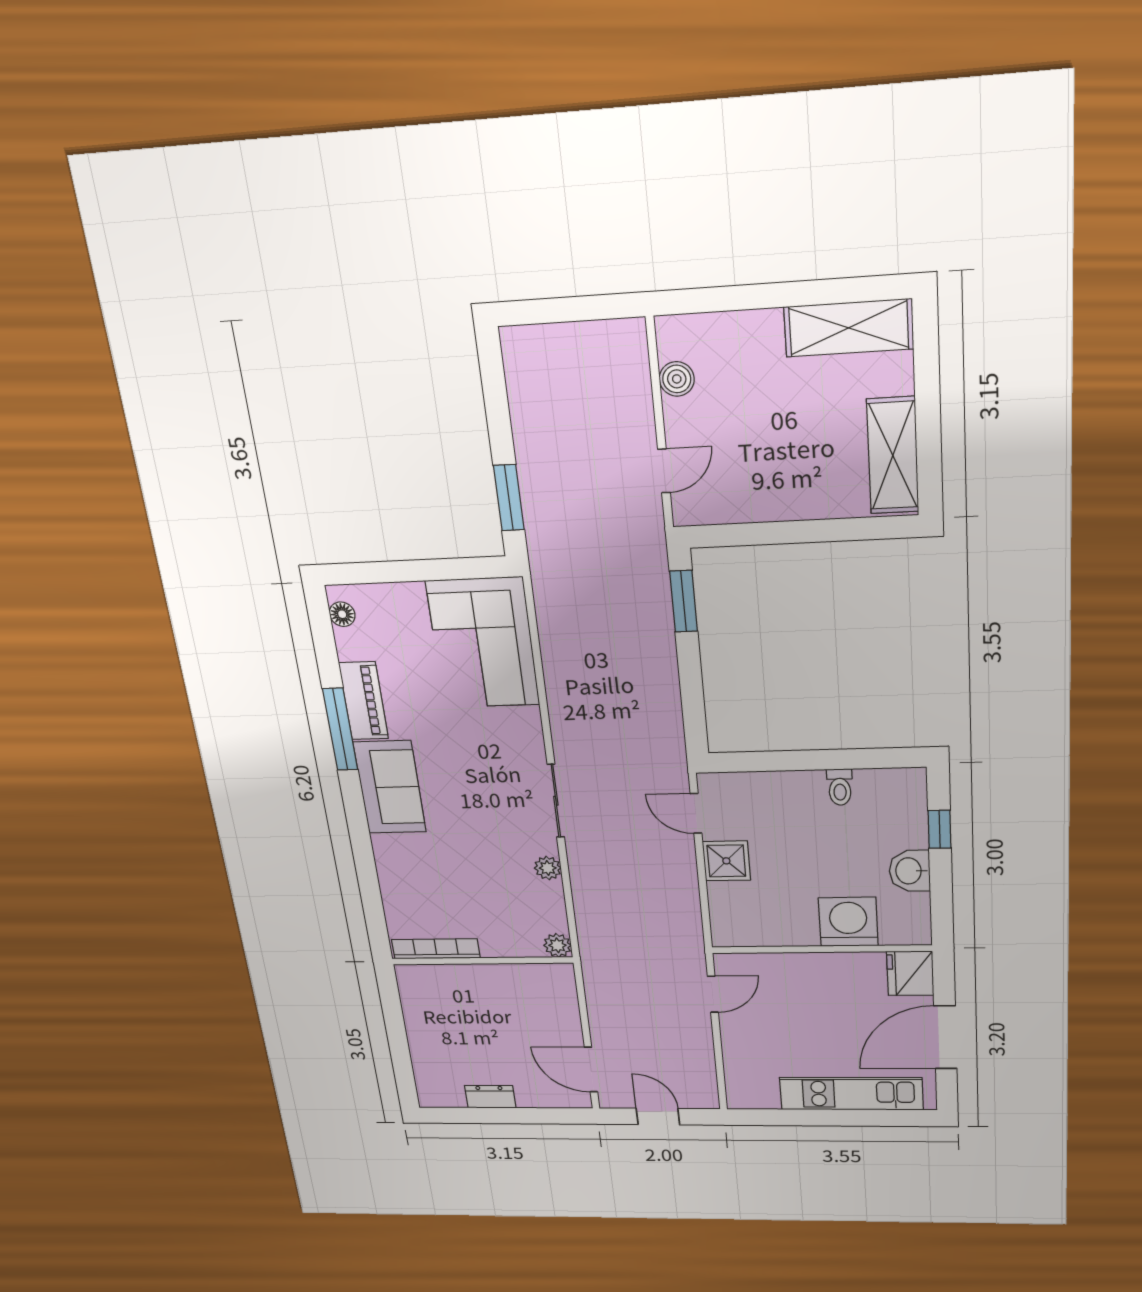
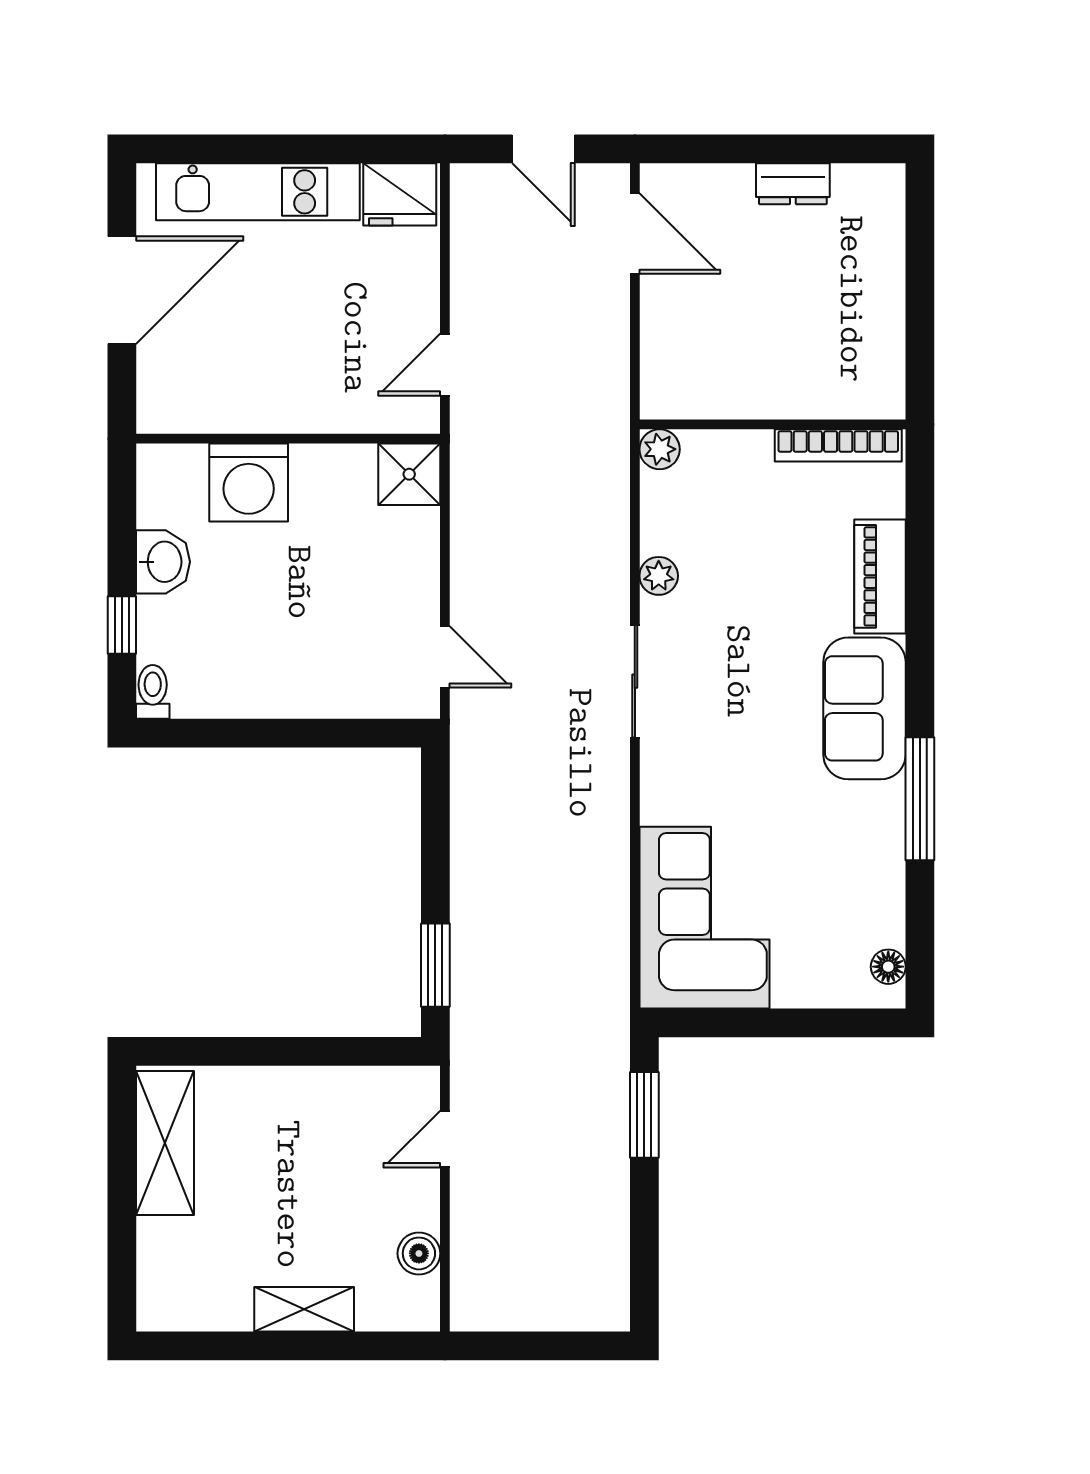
shelving: (849, 328) -> (304, 1309), moved, width x0.67, depth x0.75
piano: (364, 701) -> (880, 576), moved
toilet: (840, 787) -> (153, 692), moved
shower: (726, 861) -> (409, 474), moved
fridge: (910, 973) -> (400, 194), moved, turned 90

